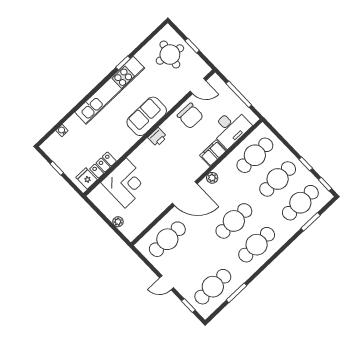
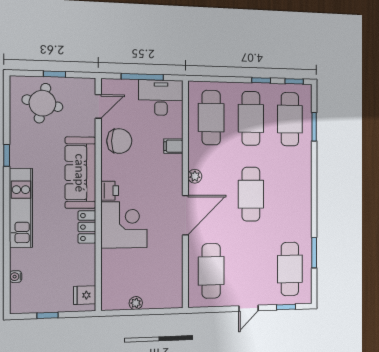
kitchen unit: (110, 90) -> (21, 208), width x0.73
sofa: (147, 116) -> (80, 173), width x1.36
desk: (231, 128) -> (161, 98), moved, turned -90
filing cabinet: (213, 153) -> (173, 146), width x0.50
locker: (103, 165) -> (87, 227), moved
corner desk: (126, 183) -> (124, 225), moved
plant: (118, 222) -> (136, 303), moved
cafe table: (257, 245) -> (290, 194), removed

